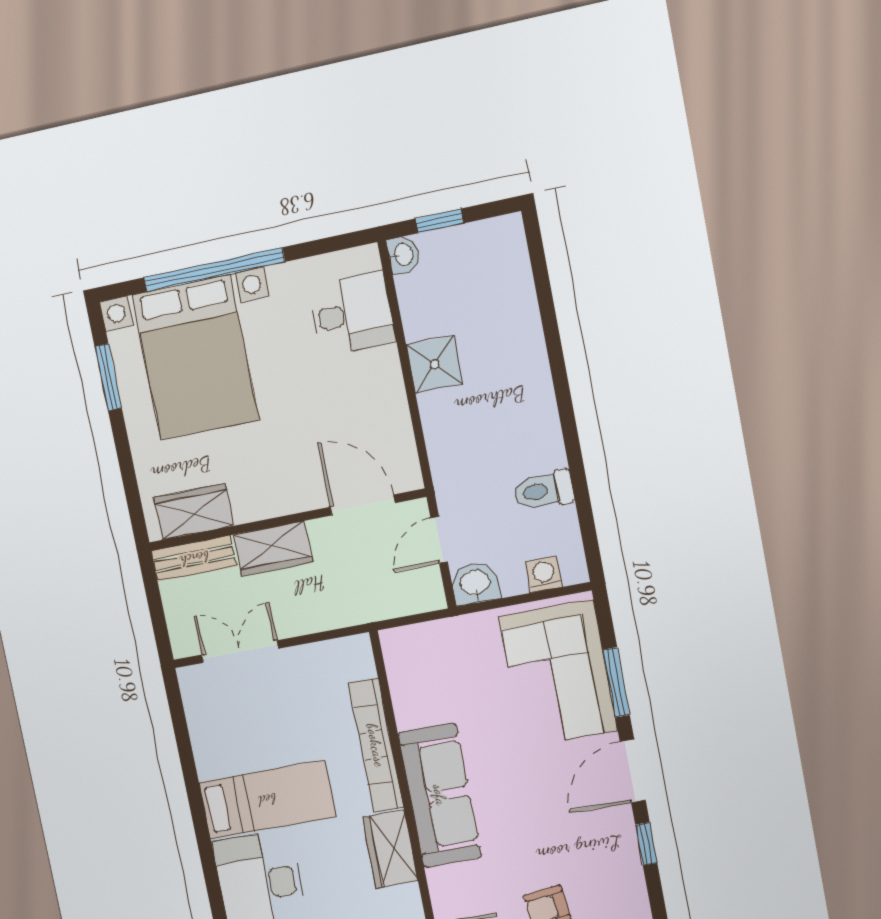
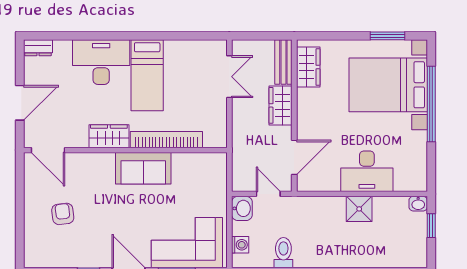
desk: (352, 314) -> (367, 171), moved, width x1.37
sofa: (440, 795) -> (143, 168), width x0.73

